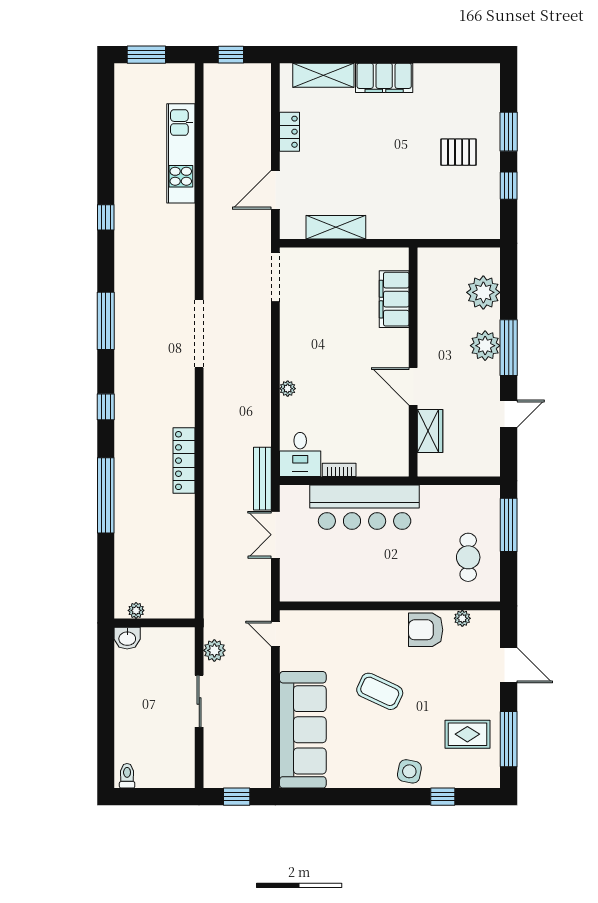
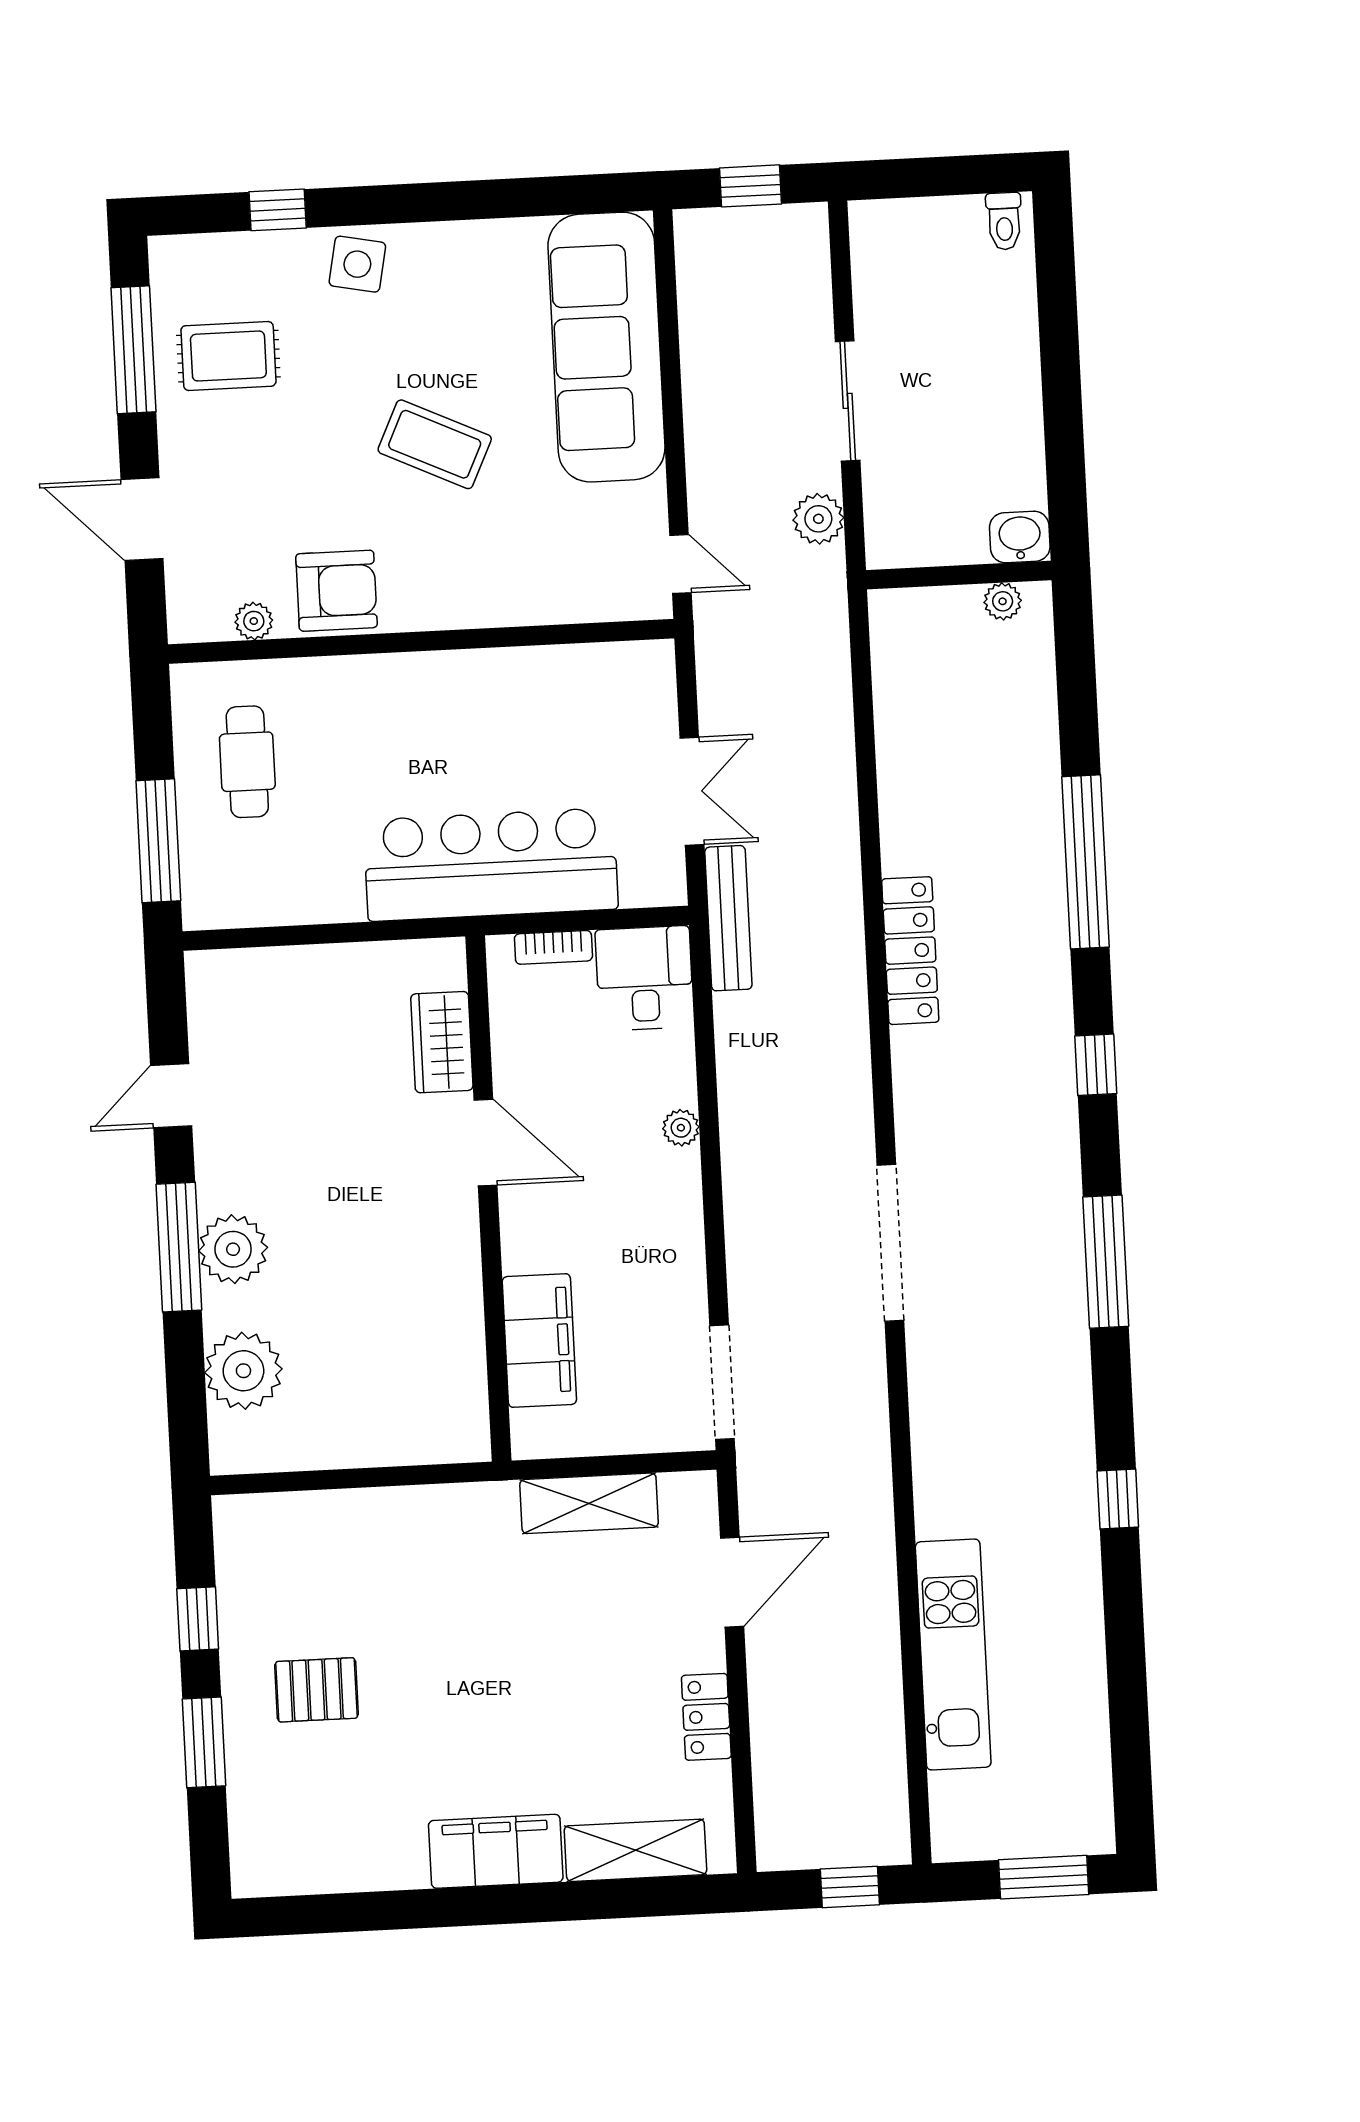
filing cabinet: (394, 299) -> (539, 1340), moved
wall: (413, 362) -> (488, 1198), moved
door: (413, 386) -> (486, 1143), moved
wardrobe: (430, 431) -> (442, 1042), moved

